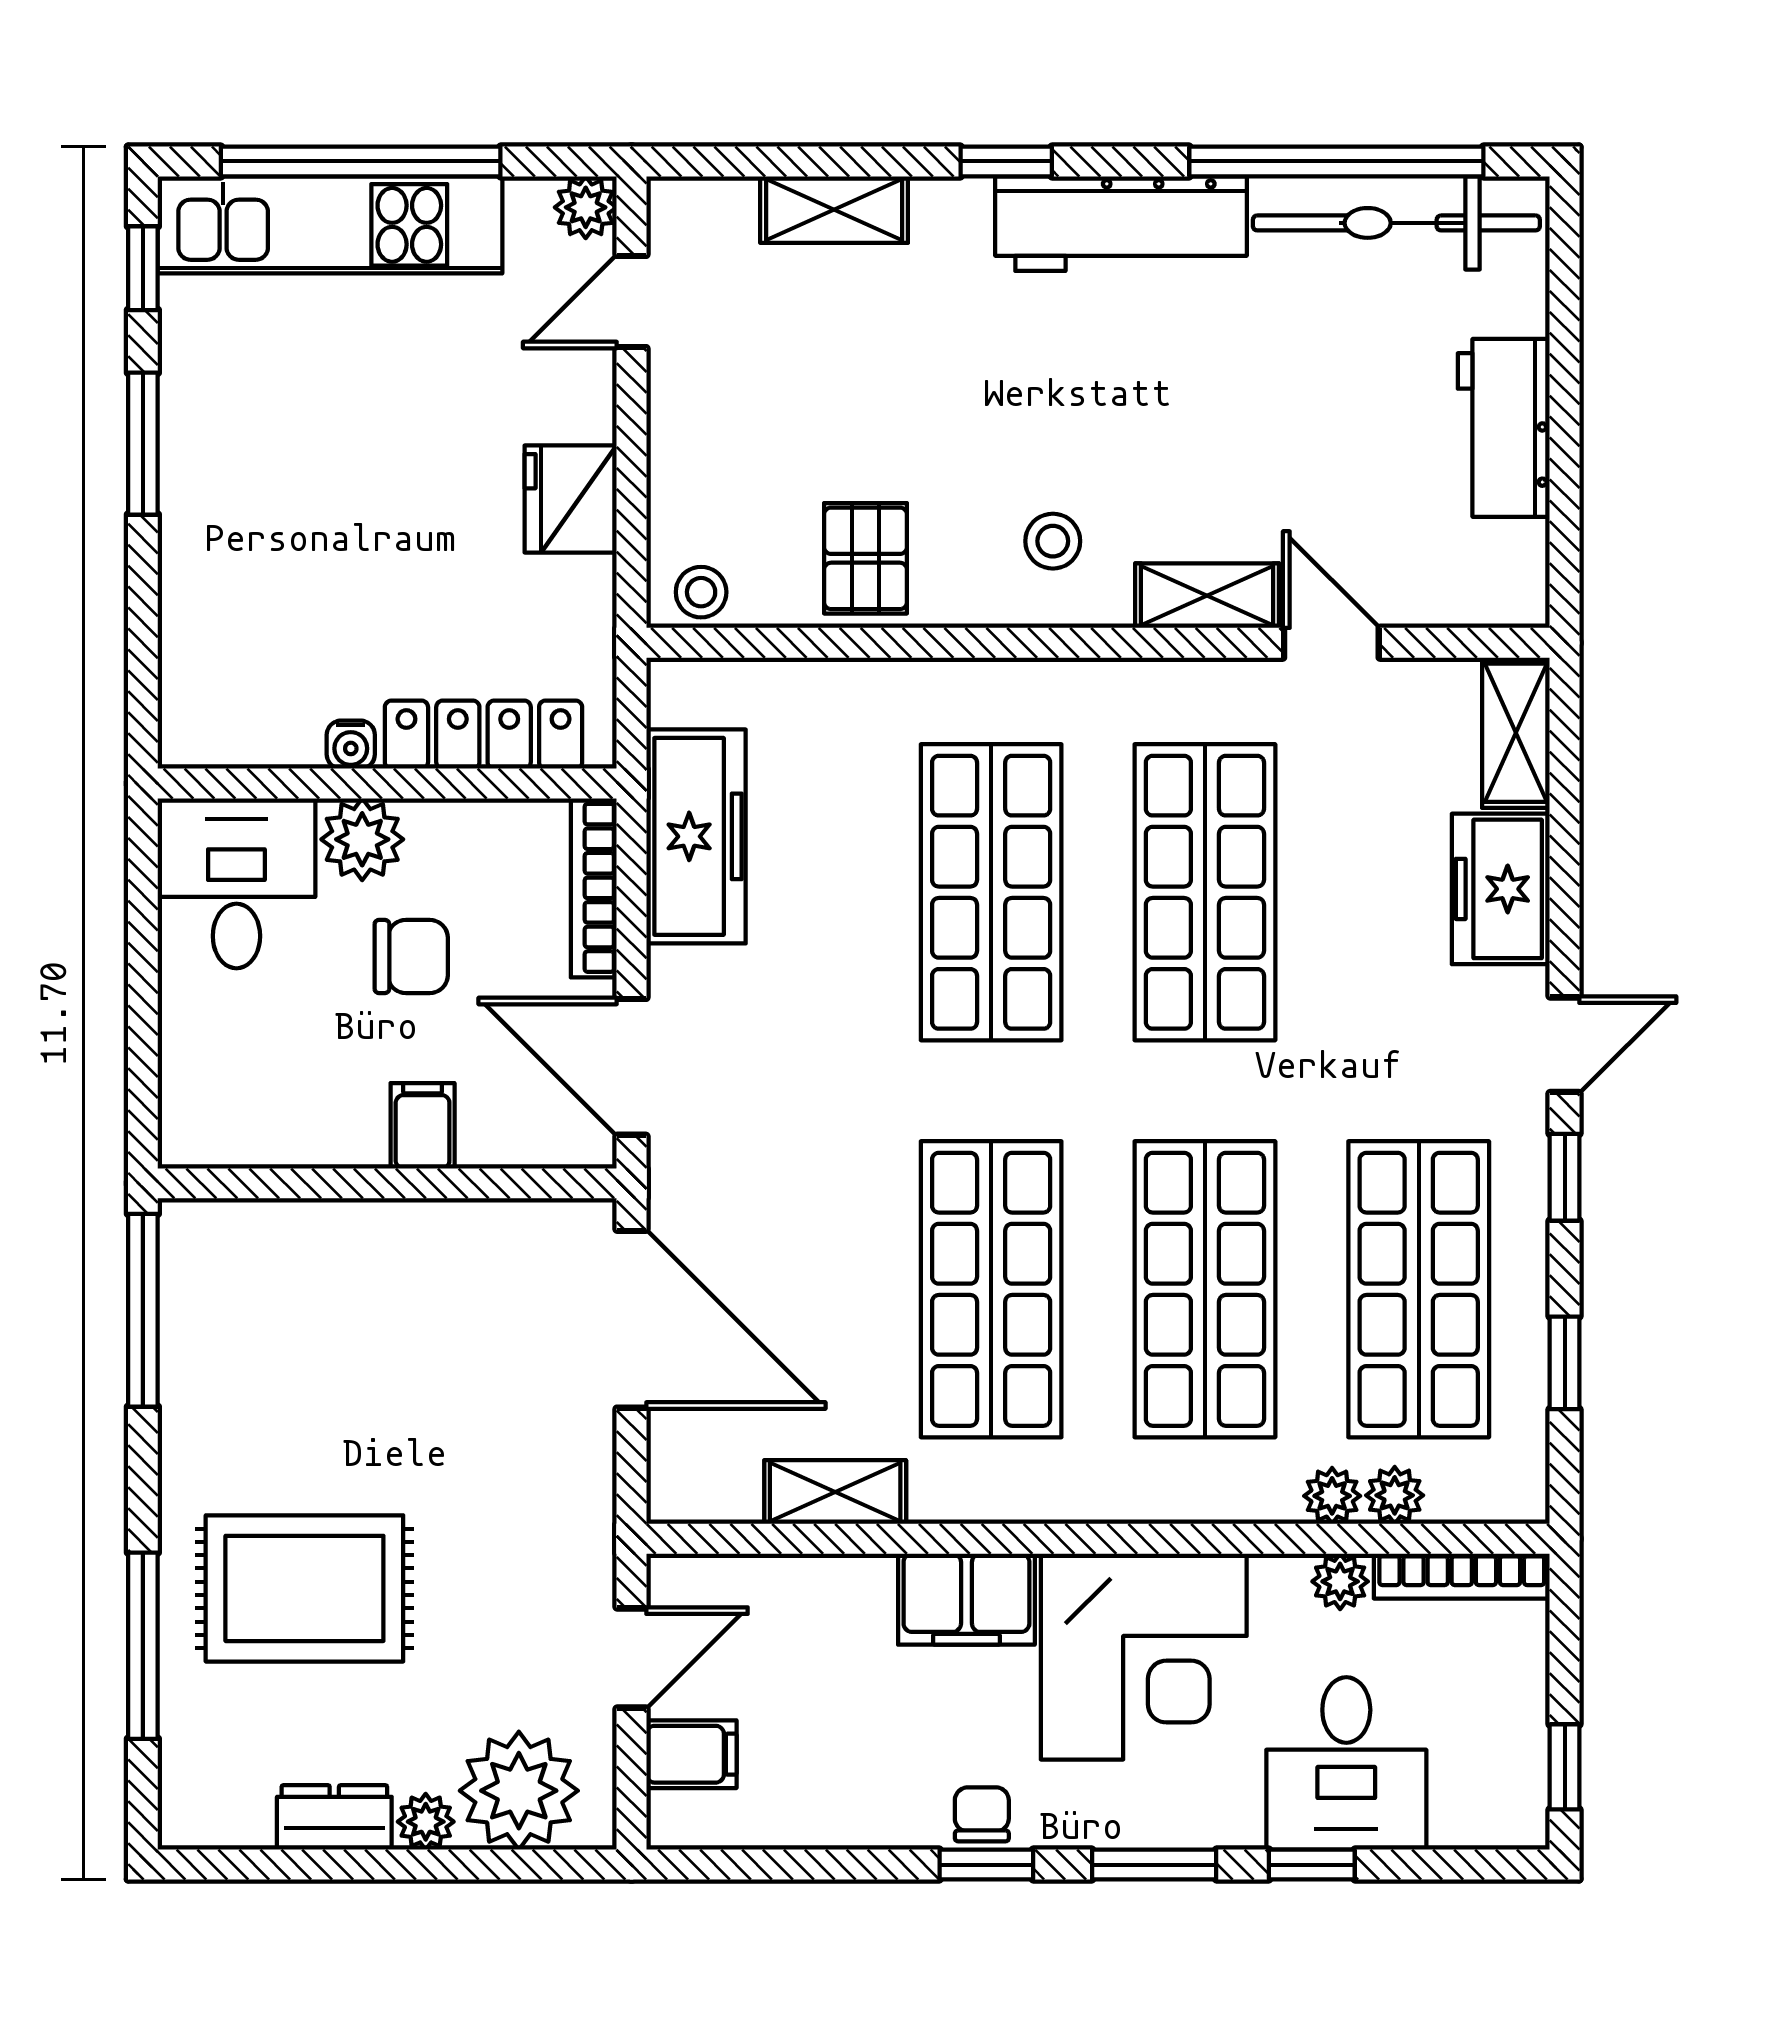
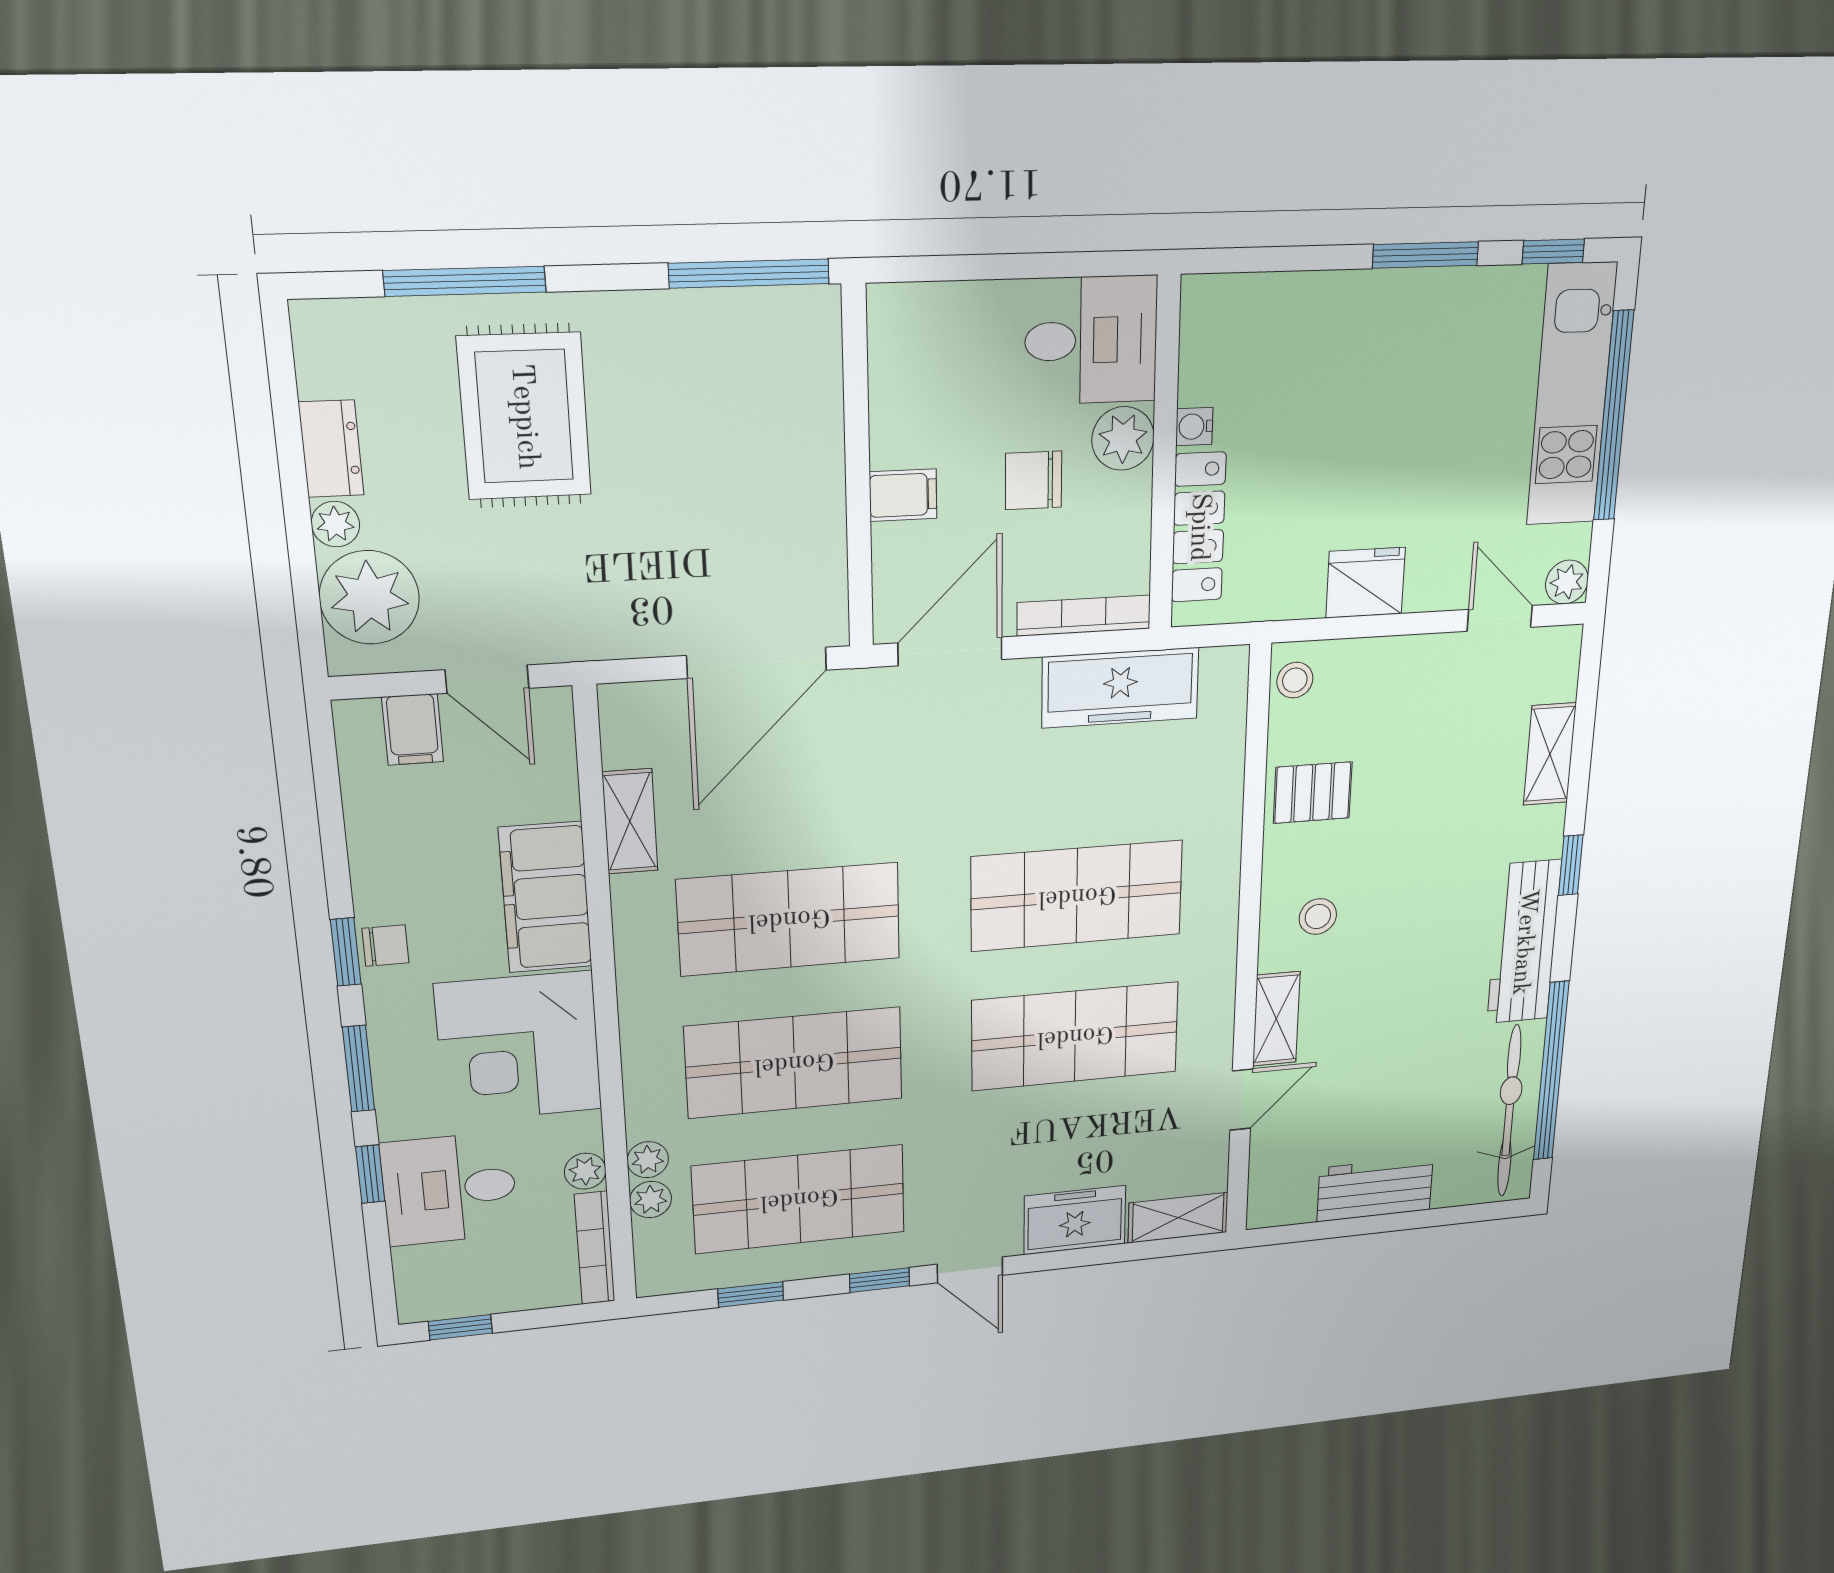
chair: (411, 956) -> (1034, 480), turned 90
filing cabinet: (966, 1599) -> (545, 897), width x1.50, depth x1.17

